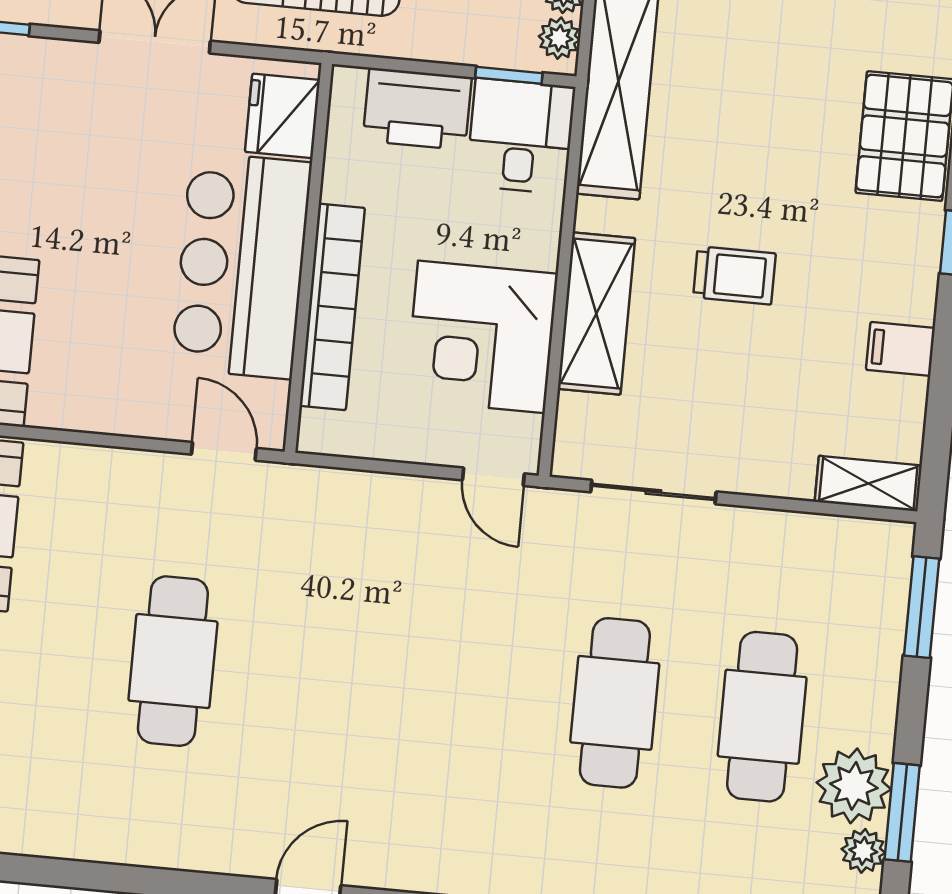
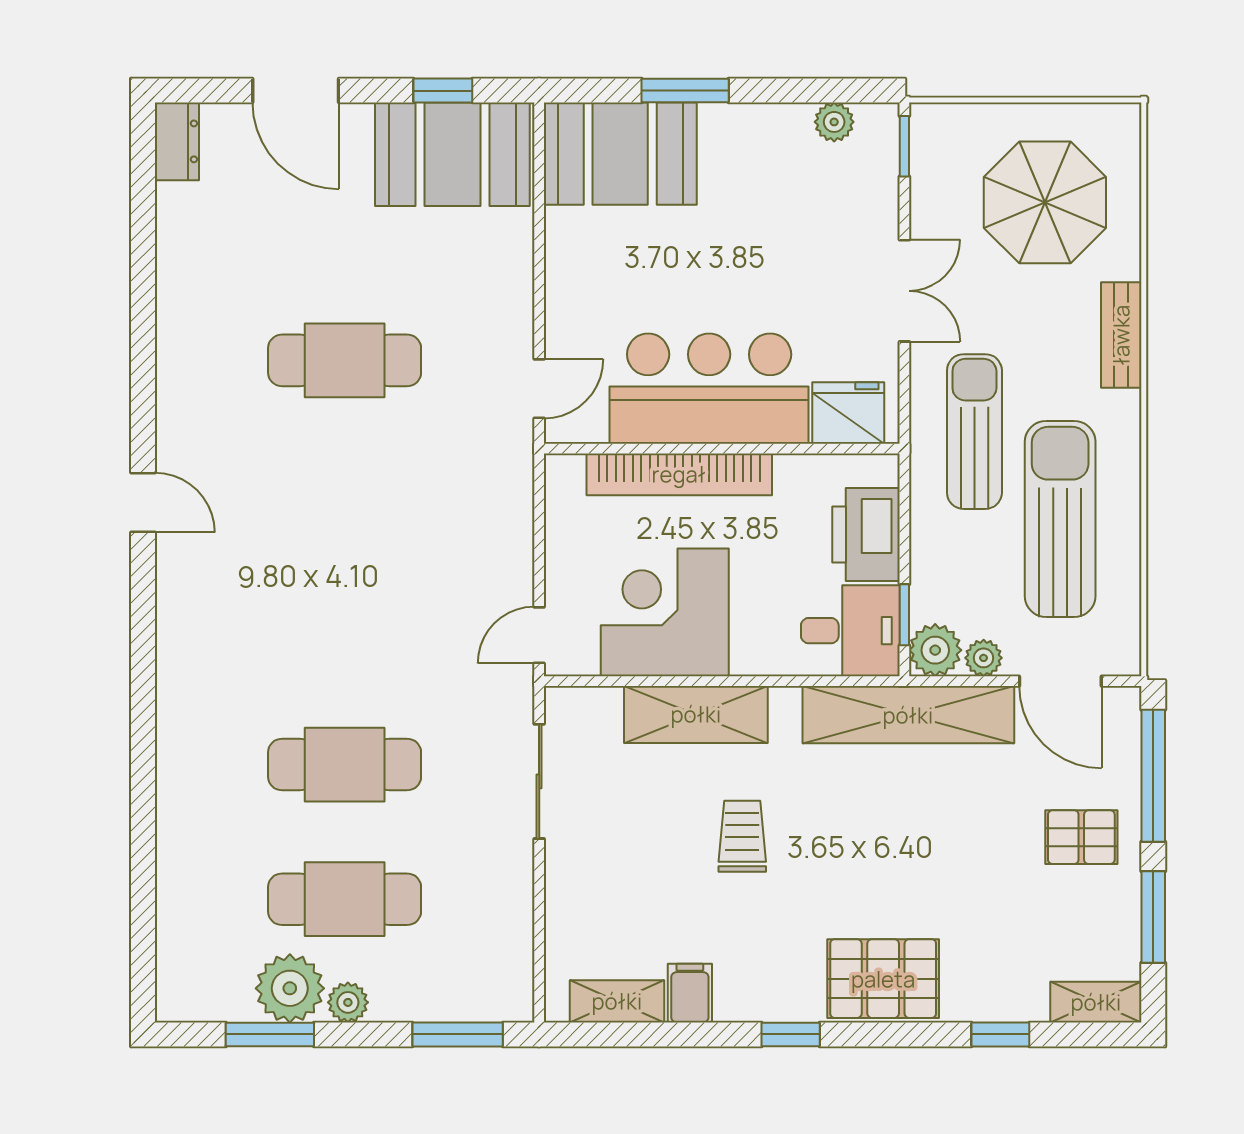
plant: (559, 38) -> (935, 650), width x1.38, depth x1.38
trolley: (734, 275) -> (742, 836), turned 180
shelving: (868, 484) -> (617, 1001), moved, turned 90
plant: (863, 851) -> (348, 1002), moved

